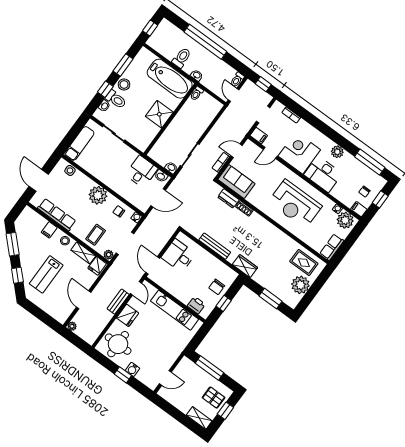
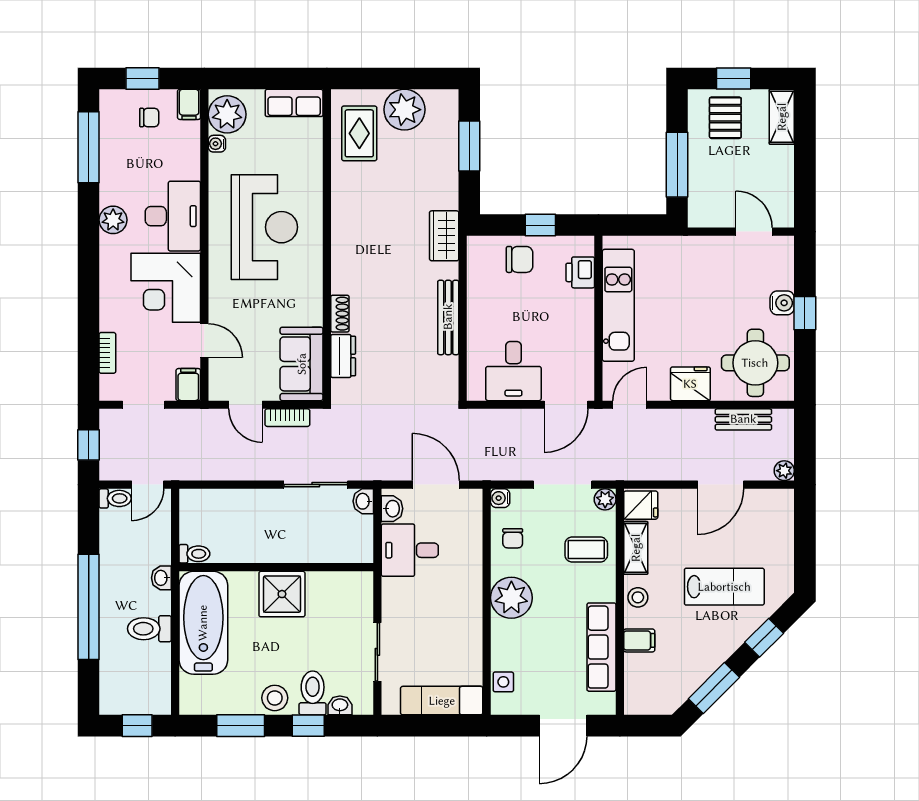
bench: (118, 302) -> (743, 419), moved

